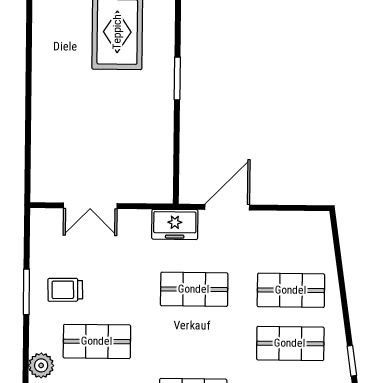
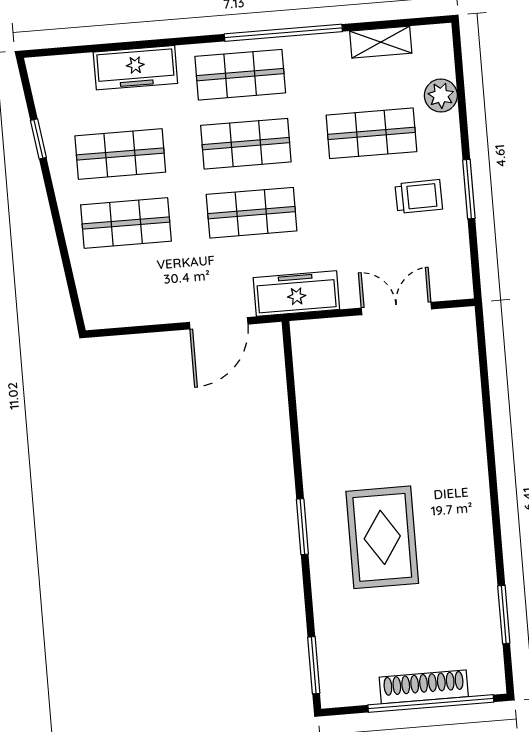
window: (177, 78) -> (302, 527), moved
freezer: (175, 224) -> (296, 294), width x1.40
shop shelf: (194, 342) -> (246, 144), added

